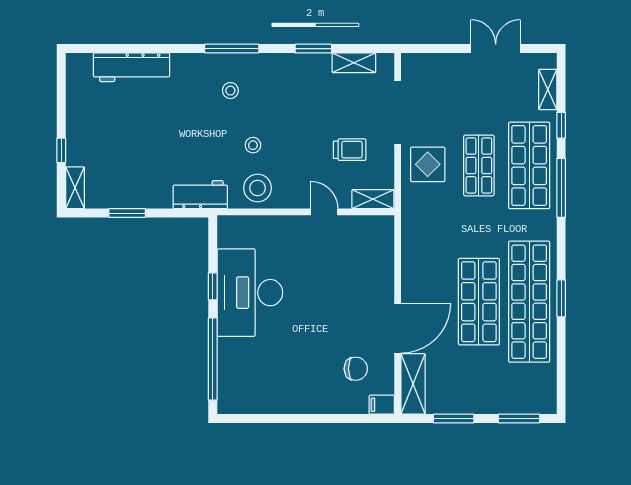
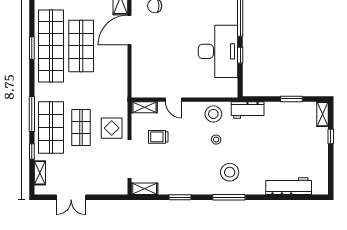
shelving: (354, 63) -> (145, 189), moved
stool: (230, 91) -> (230, 172), width x1.89, depth x1.89

